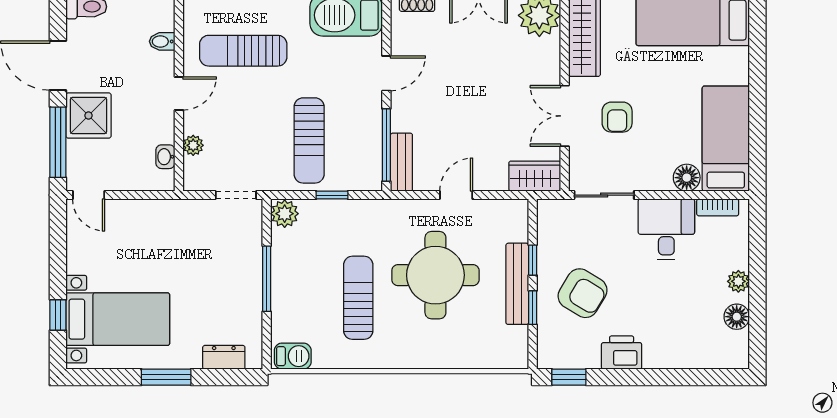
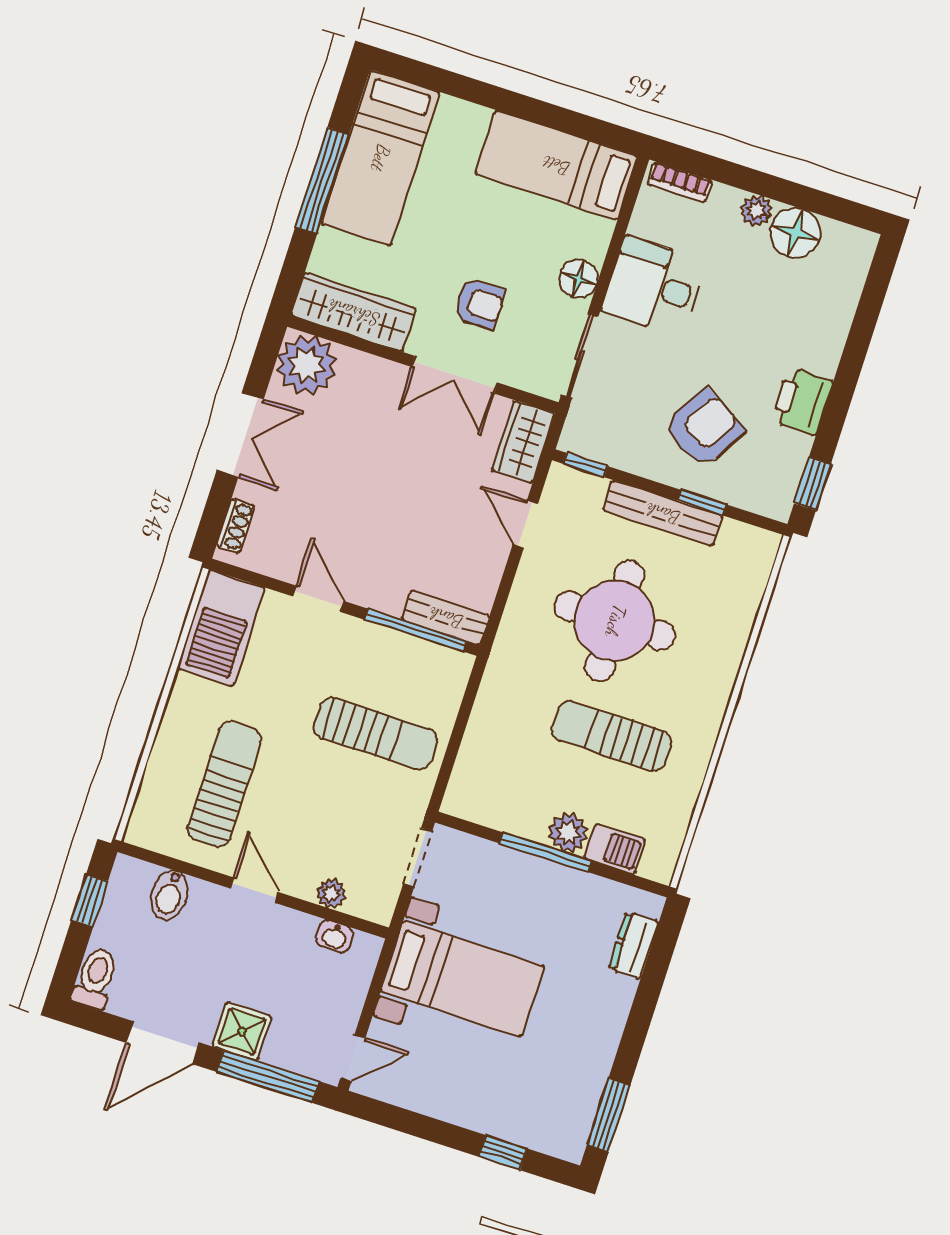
bidet: (162, 41) -> (169, 895), width x1.38, depth x1.36
sun lounger: (243, 51) -> (224, 784), turned 180
shower: (89, 116) -> (242, 1031), width x0.73, depth x0.73
floor lamp: (687, 178) -> (578, 279), moved
window: (332, 195) -> (460, 726), removed
door: (456, 195) -> (525, 524), moved
bookcase: (718, 207) -> (680, 182), moved, turned 90
plant: (285, 214) -> (568, 833), moved
window: (533, 260) -> (585, 465), moved
floor lamp: (737, 317) -> (795, 233), width x1.38, depth x1.38
bed with nightstands: (118, 319) -> (463, 979), moved, turned 90
barbecue: (293, 356) -> (615, 849), moved, turned 90
window: (166, 377) -> (609, 1115), moved

